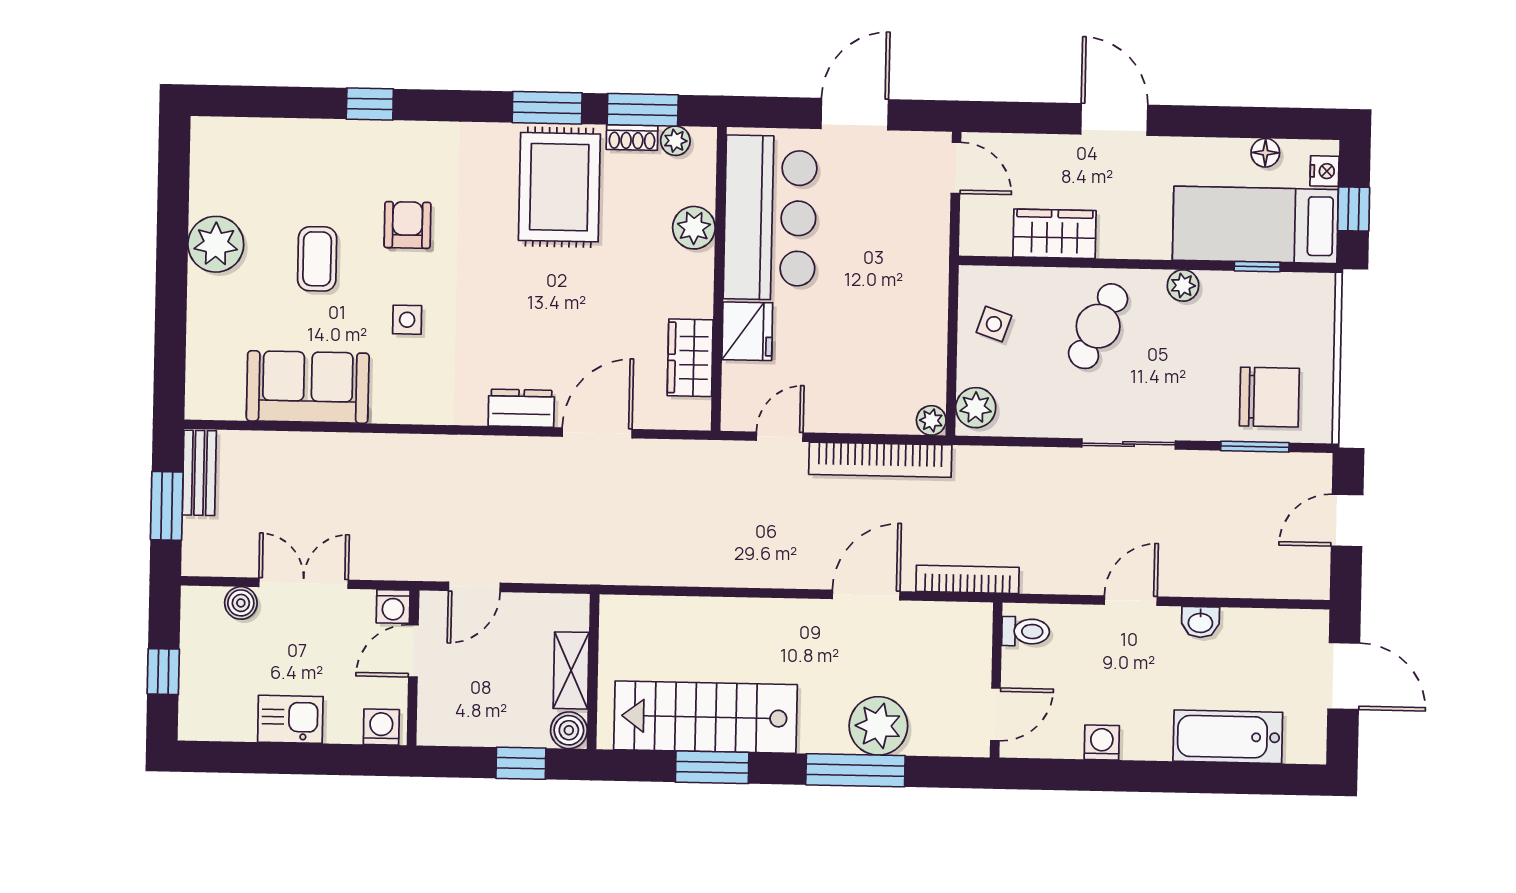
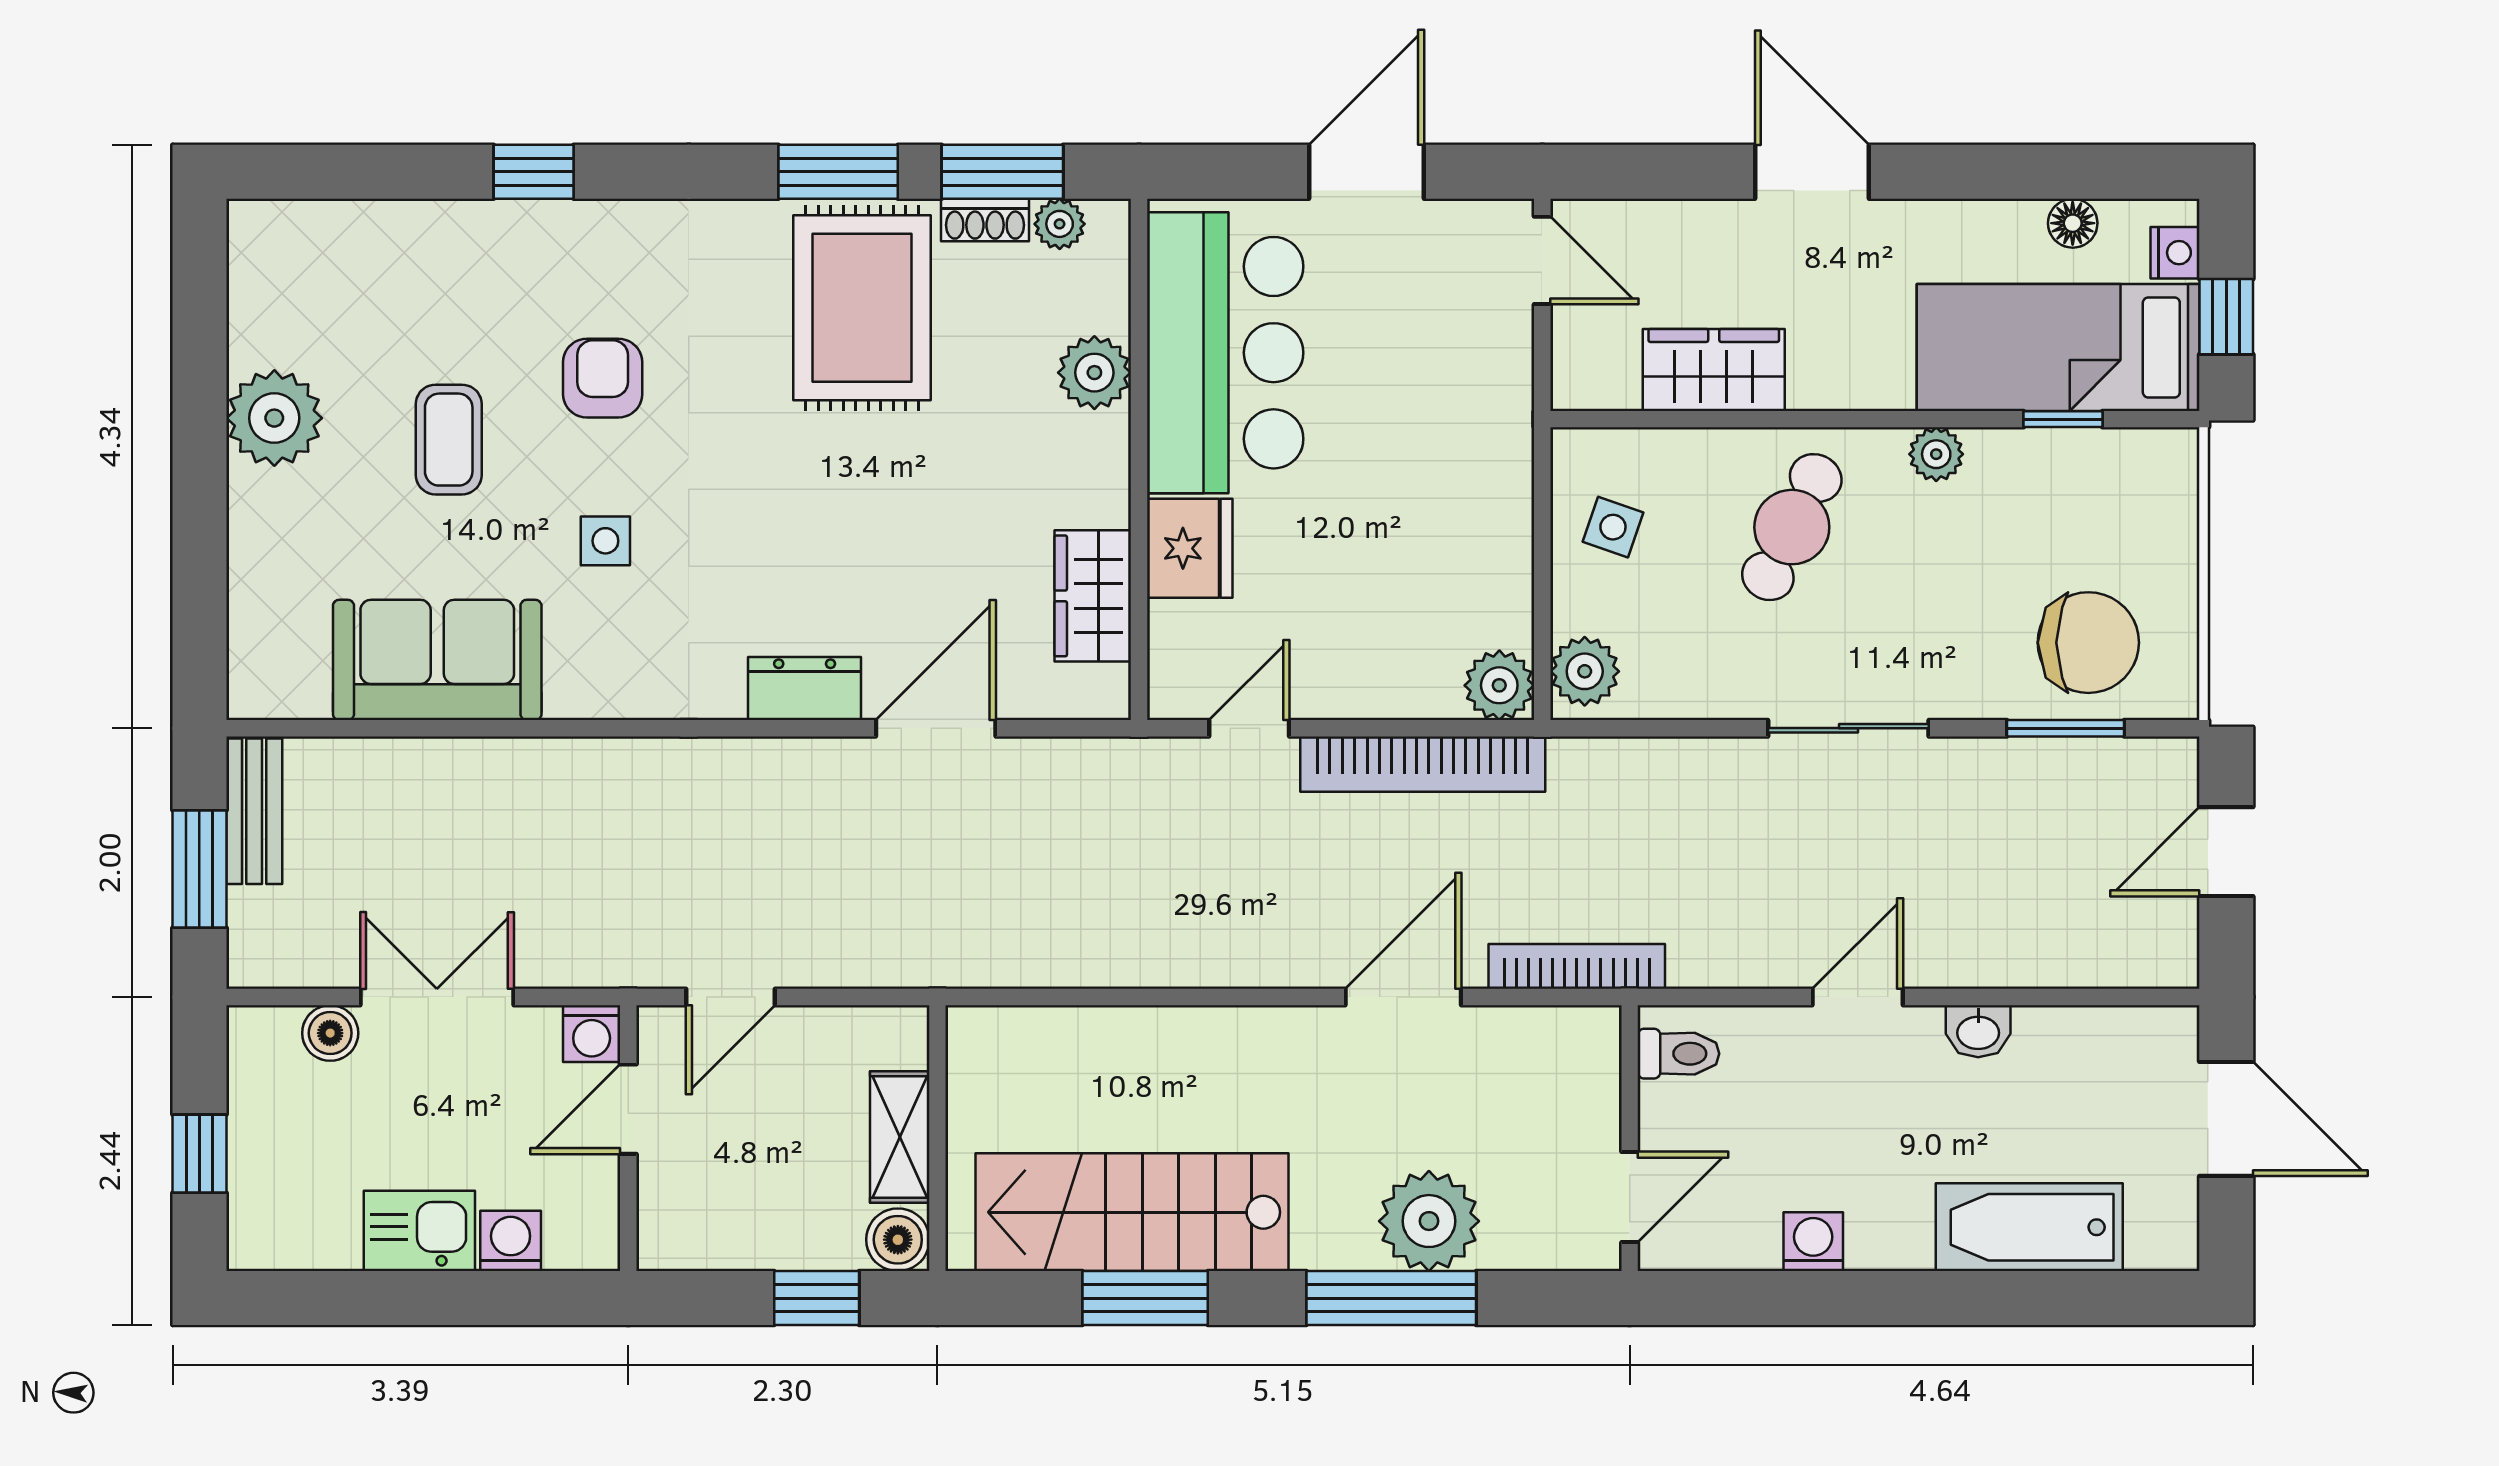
plant: (931, 420) -> (1499, 685), width x1.38, depth x1.38
washing machine: (381, 727) -> (511, 1241), moved

